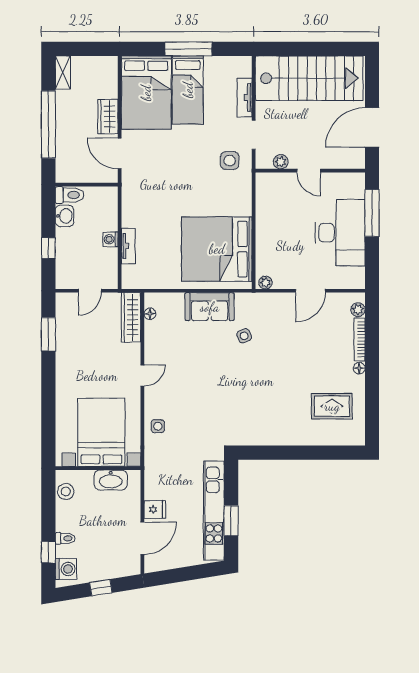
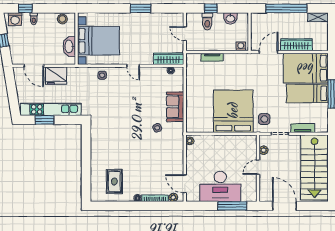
wardrobe: (108, 117) -> (296, 45), width x1.50
toilet: (70, 195) -> (207, 21), moved
washing machine: (111, 239) -> (241, 46), moved
bed: (217, 249) -> (233, 111), moved
door: (310, 291) -> (185, 184), moved
window: (48, 334) -> (141, 8), moved
fridge: (155, 509) -> (56, 76), width x1.88, depth x1.34

